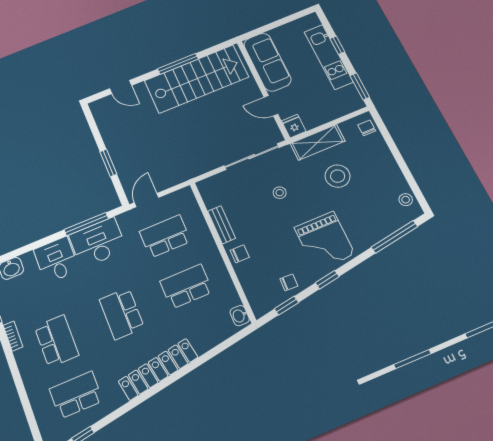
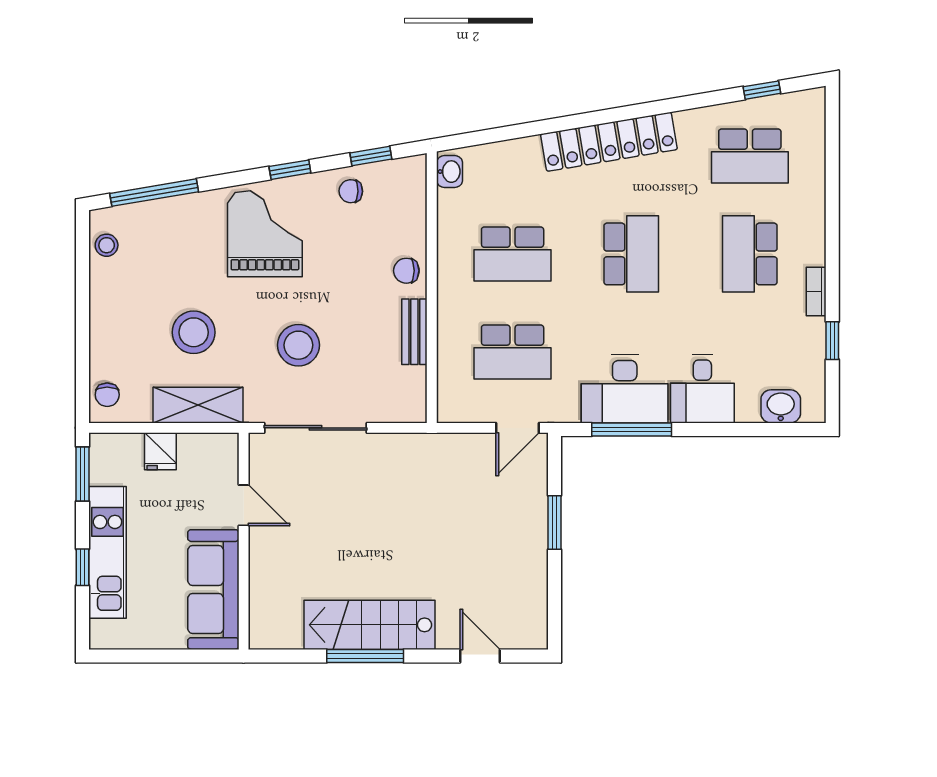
stairs: (196, 79) -> (370, 625), width x0.73, depth x0.66
fridge: (294, 126) -> (160, 451), moved
stool: (280, 193) -> (298, 345), width x1.89, depth x1.89

